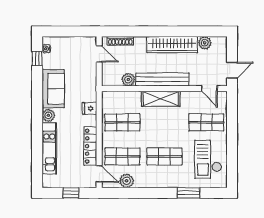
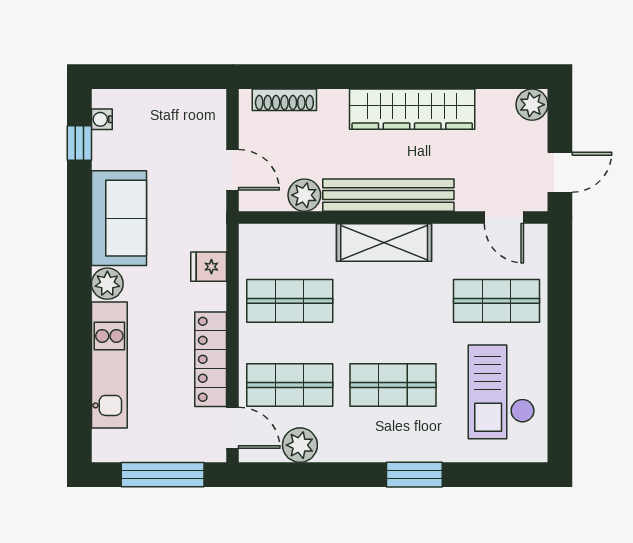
plant: (205, 43) -> (532, 105), moved
door: (99, 54) -> (232, 170), moved
window: (71, 193) -> (163, 475), width x2.17
window: (189, 193) -> (414, 475), moved

